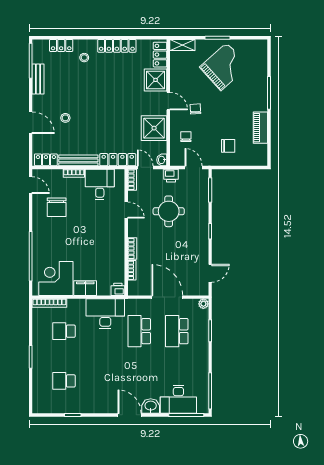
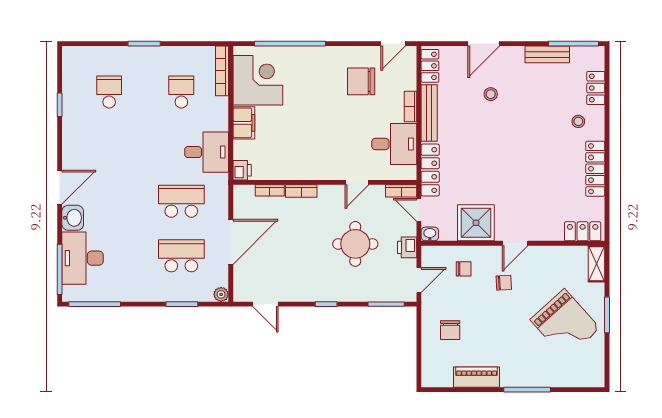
shower: (156, 80) -> (546, 225), removed
door: (145, 167) -> (419, 210), swing flipped
desk: (105, 314) -> (207, 152), width x0.73

